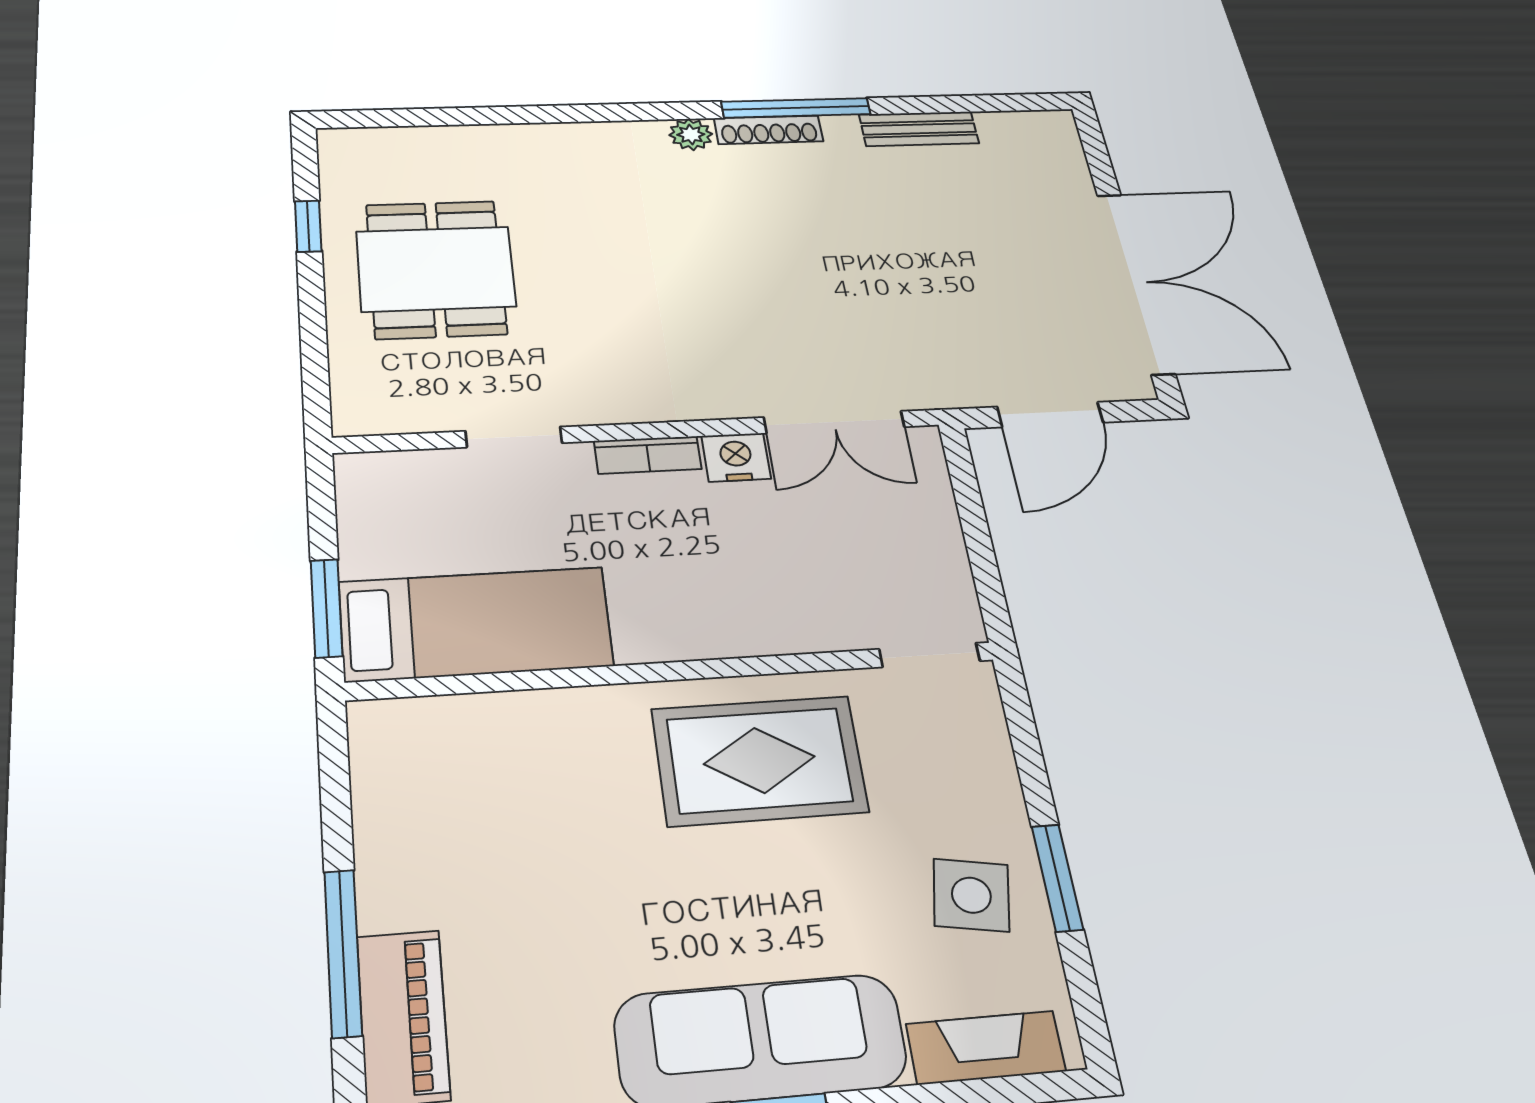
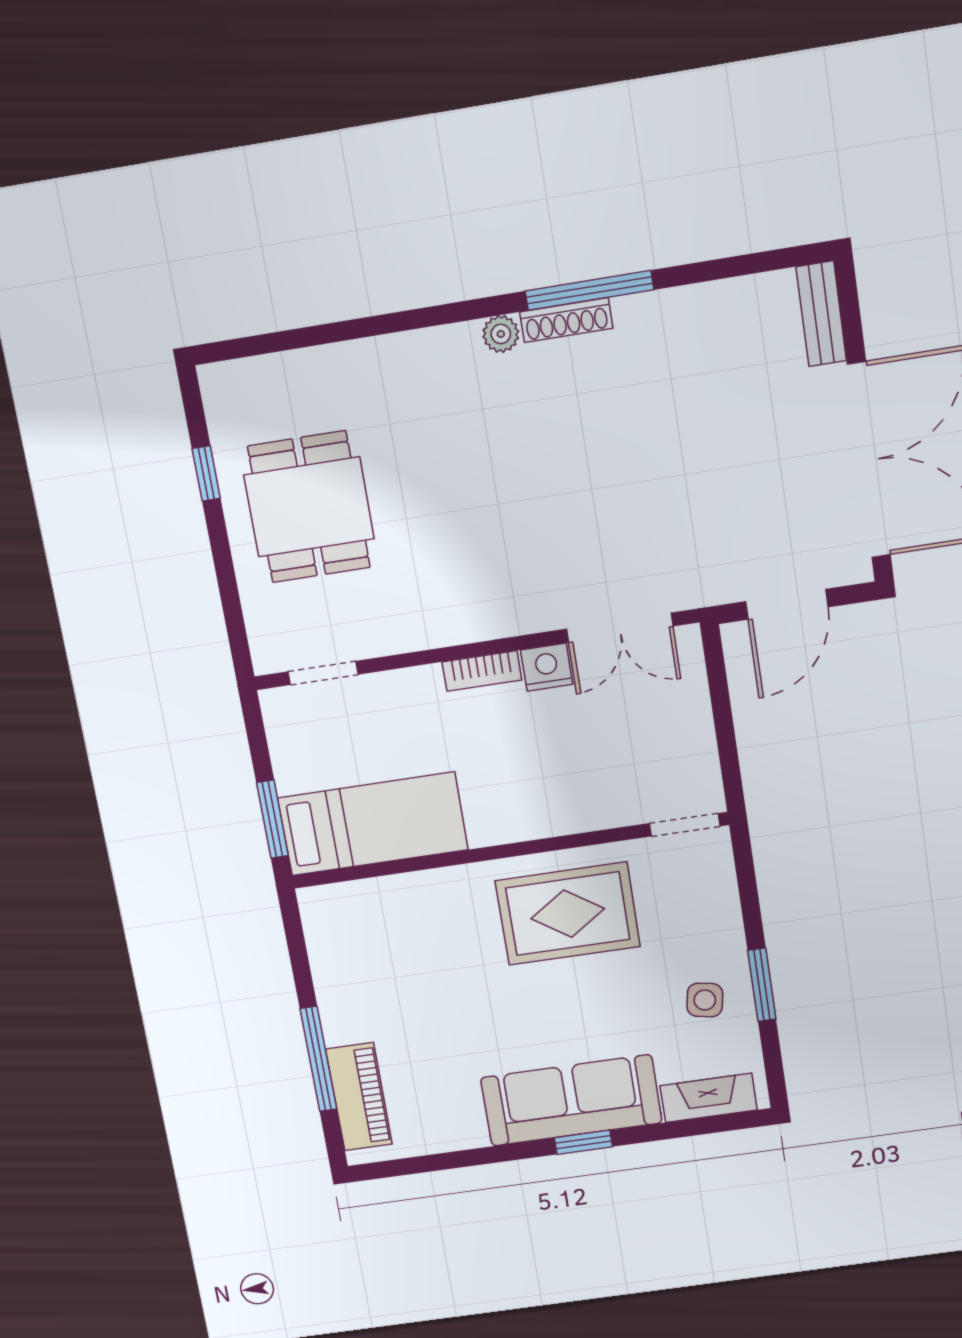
bench: (919, 129) -> (821, 314), moved, turned 90
doorway: (514, 437) -> (323, 673), moved
side table: (971, 895) -> (705, 1000), width x0.73, depth x0.73

